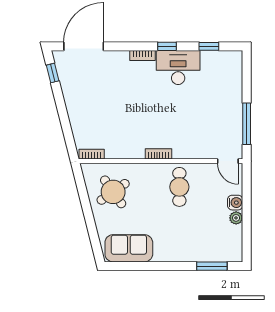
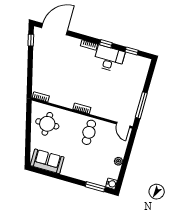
round table: (113, 192) -> (47, 124), turned 35
water cooler: (235, 203) -> (111, 184), moved

